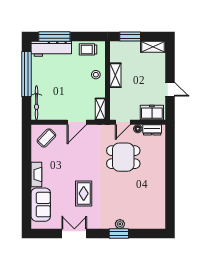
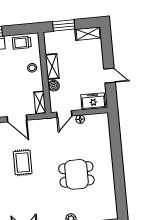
boiler: (115, 94) -> (54, 86), added
door: (77, 122) -> (17, 118), hinge flipped
dresser: (152, 130) -> (95, 119), removed
dining table: (123, 157) -> (76, 174), moved
rug: (84, 193) -> (23, 162), moved

